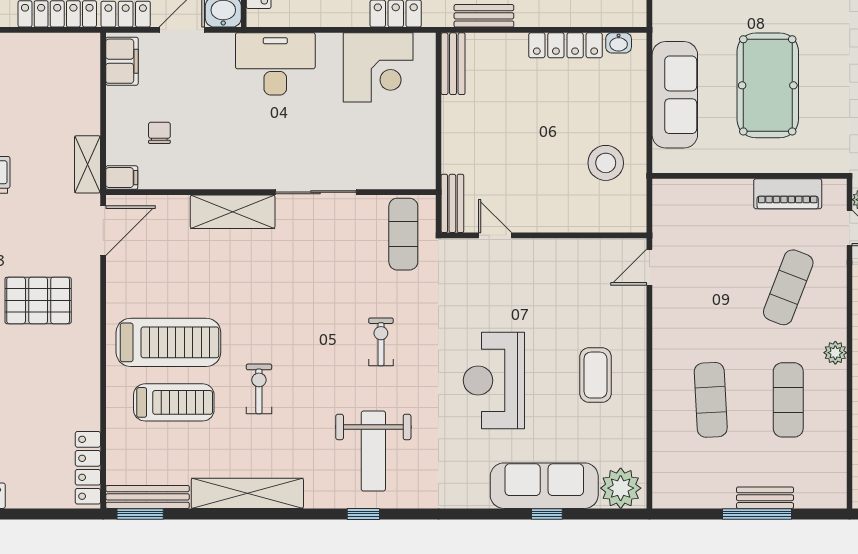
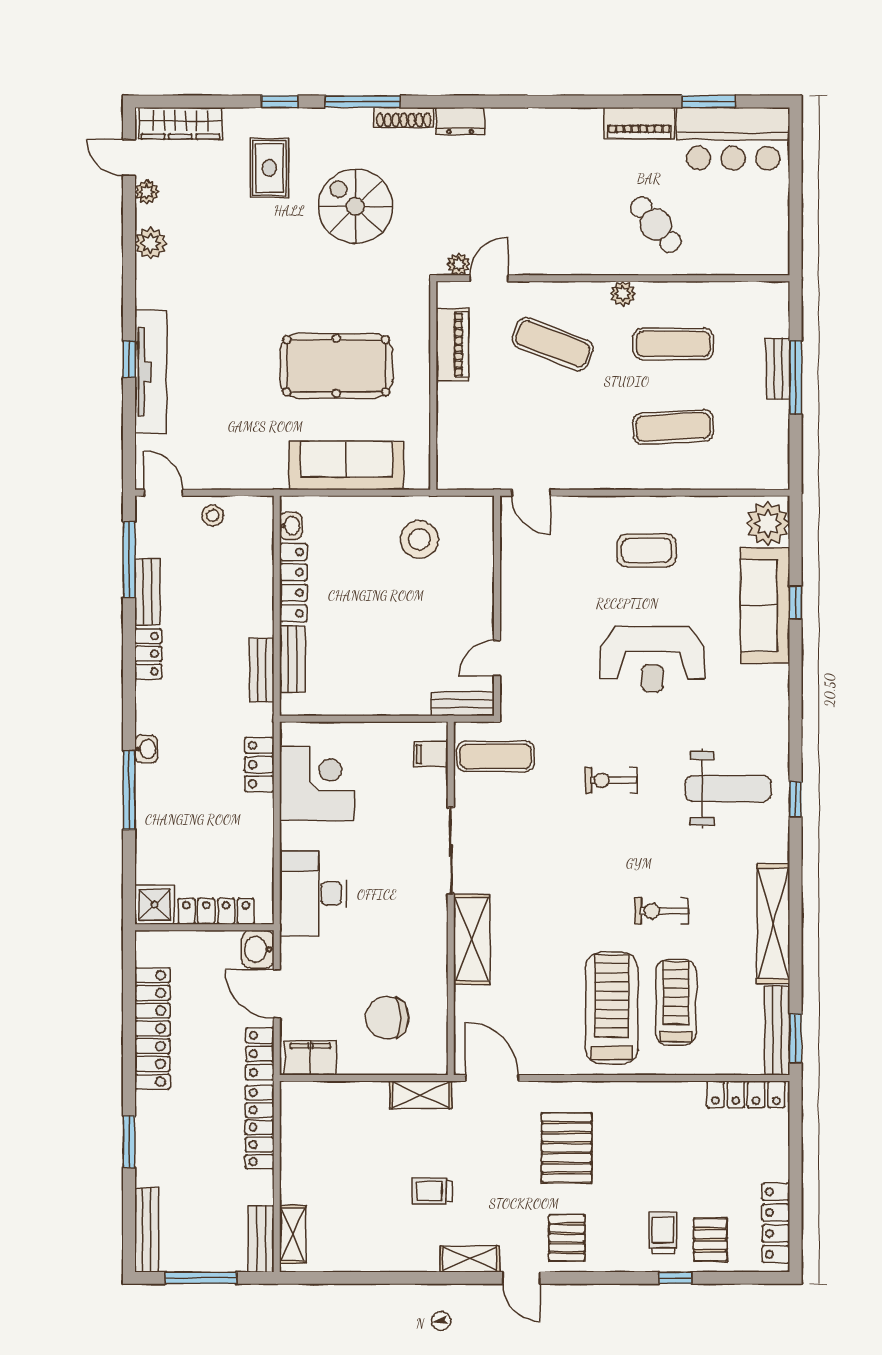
bench: (453, 64) -> (292, 659), moved, turned 90
chair: (159, 133) -> (387, 1018), width x1.87, depth x1.87
filing cabinet: (122, 178) -> (431, 754), moved, turned -90

